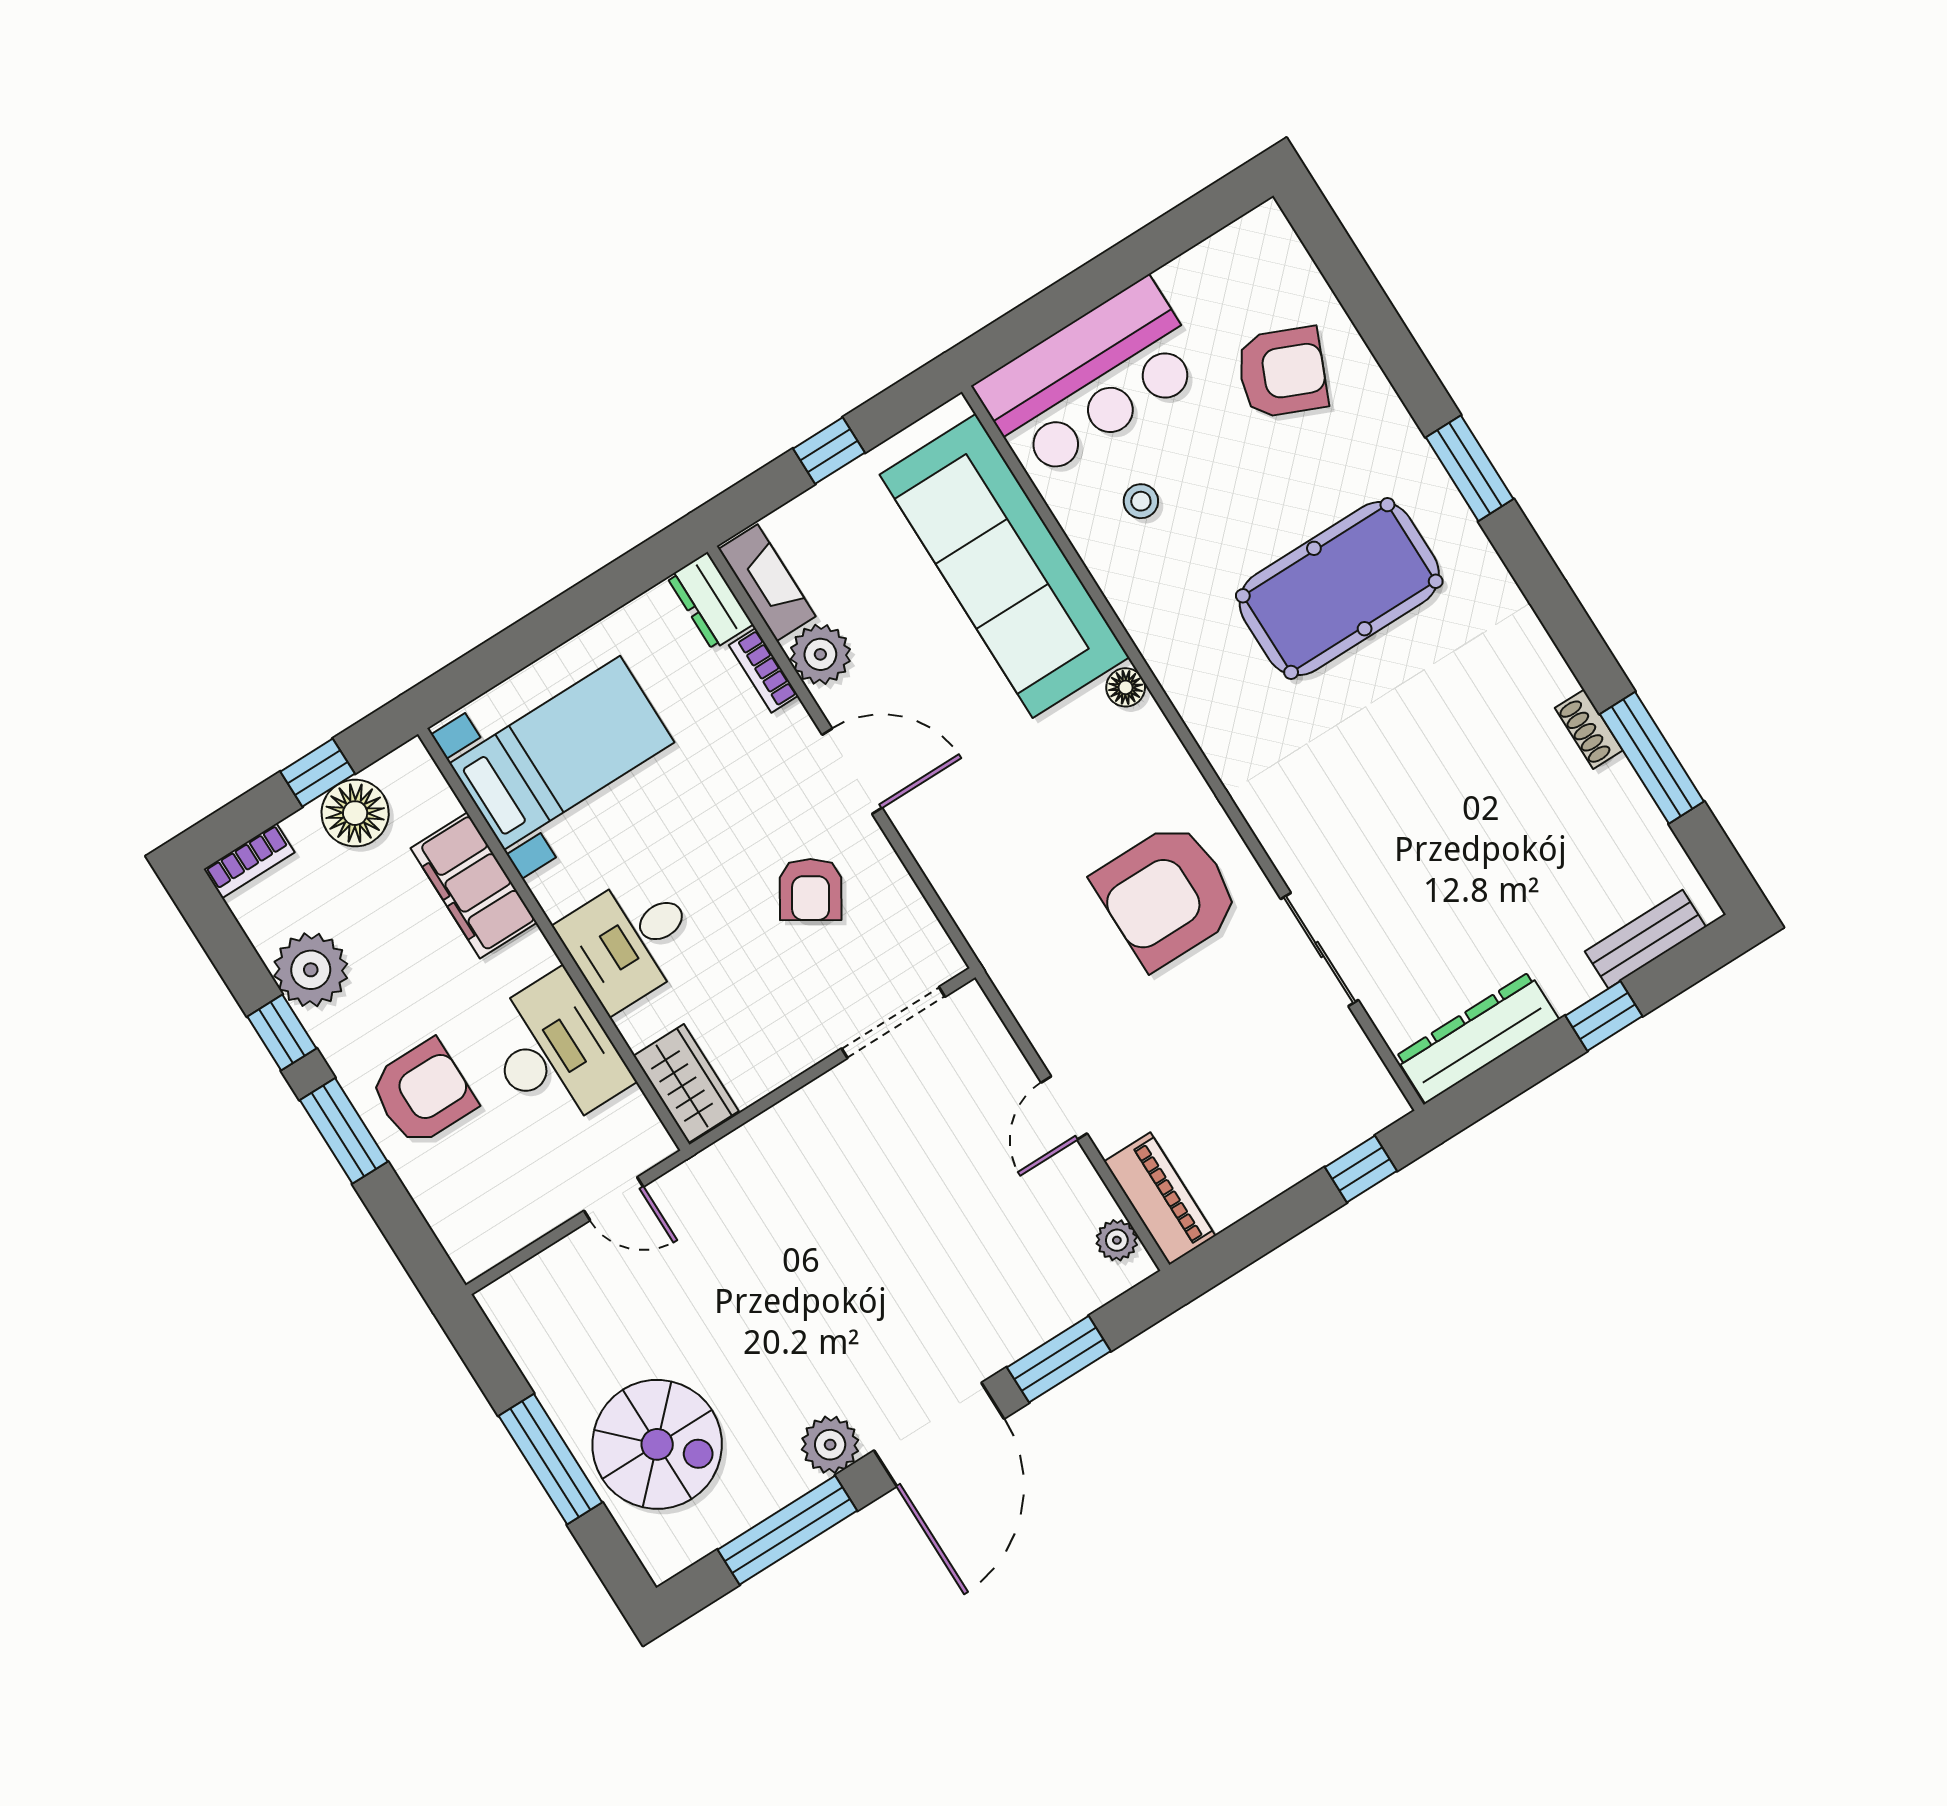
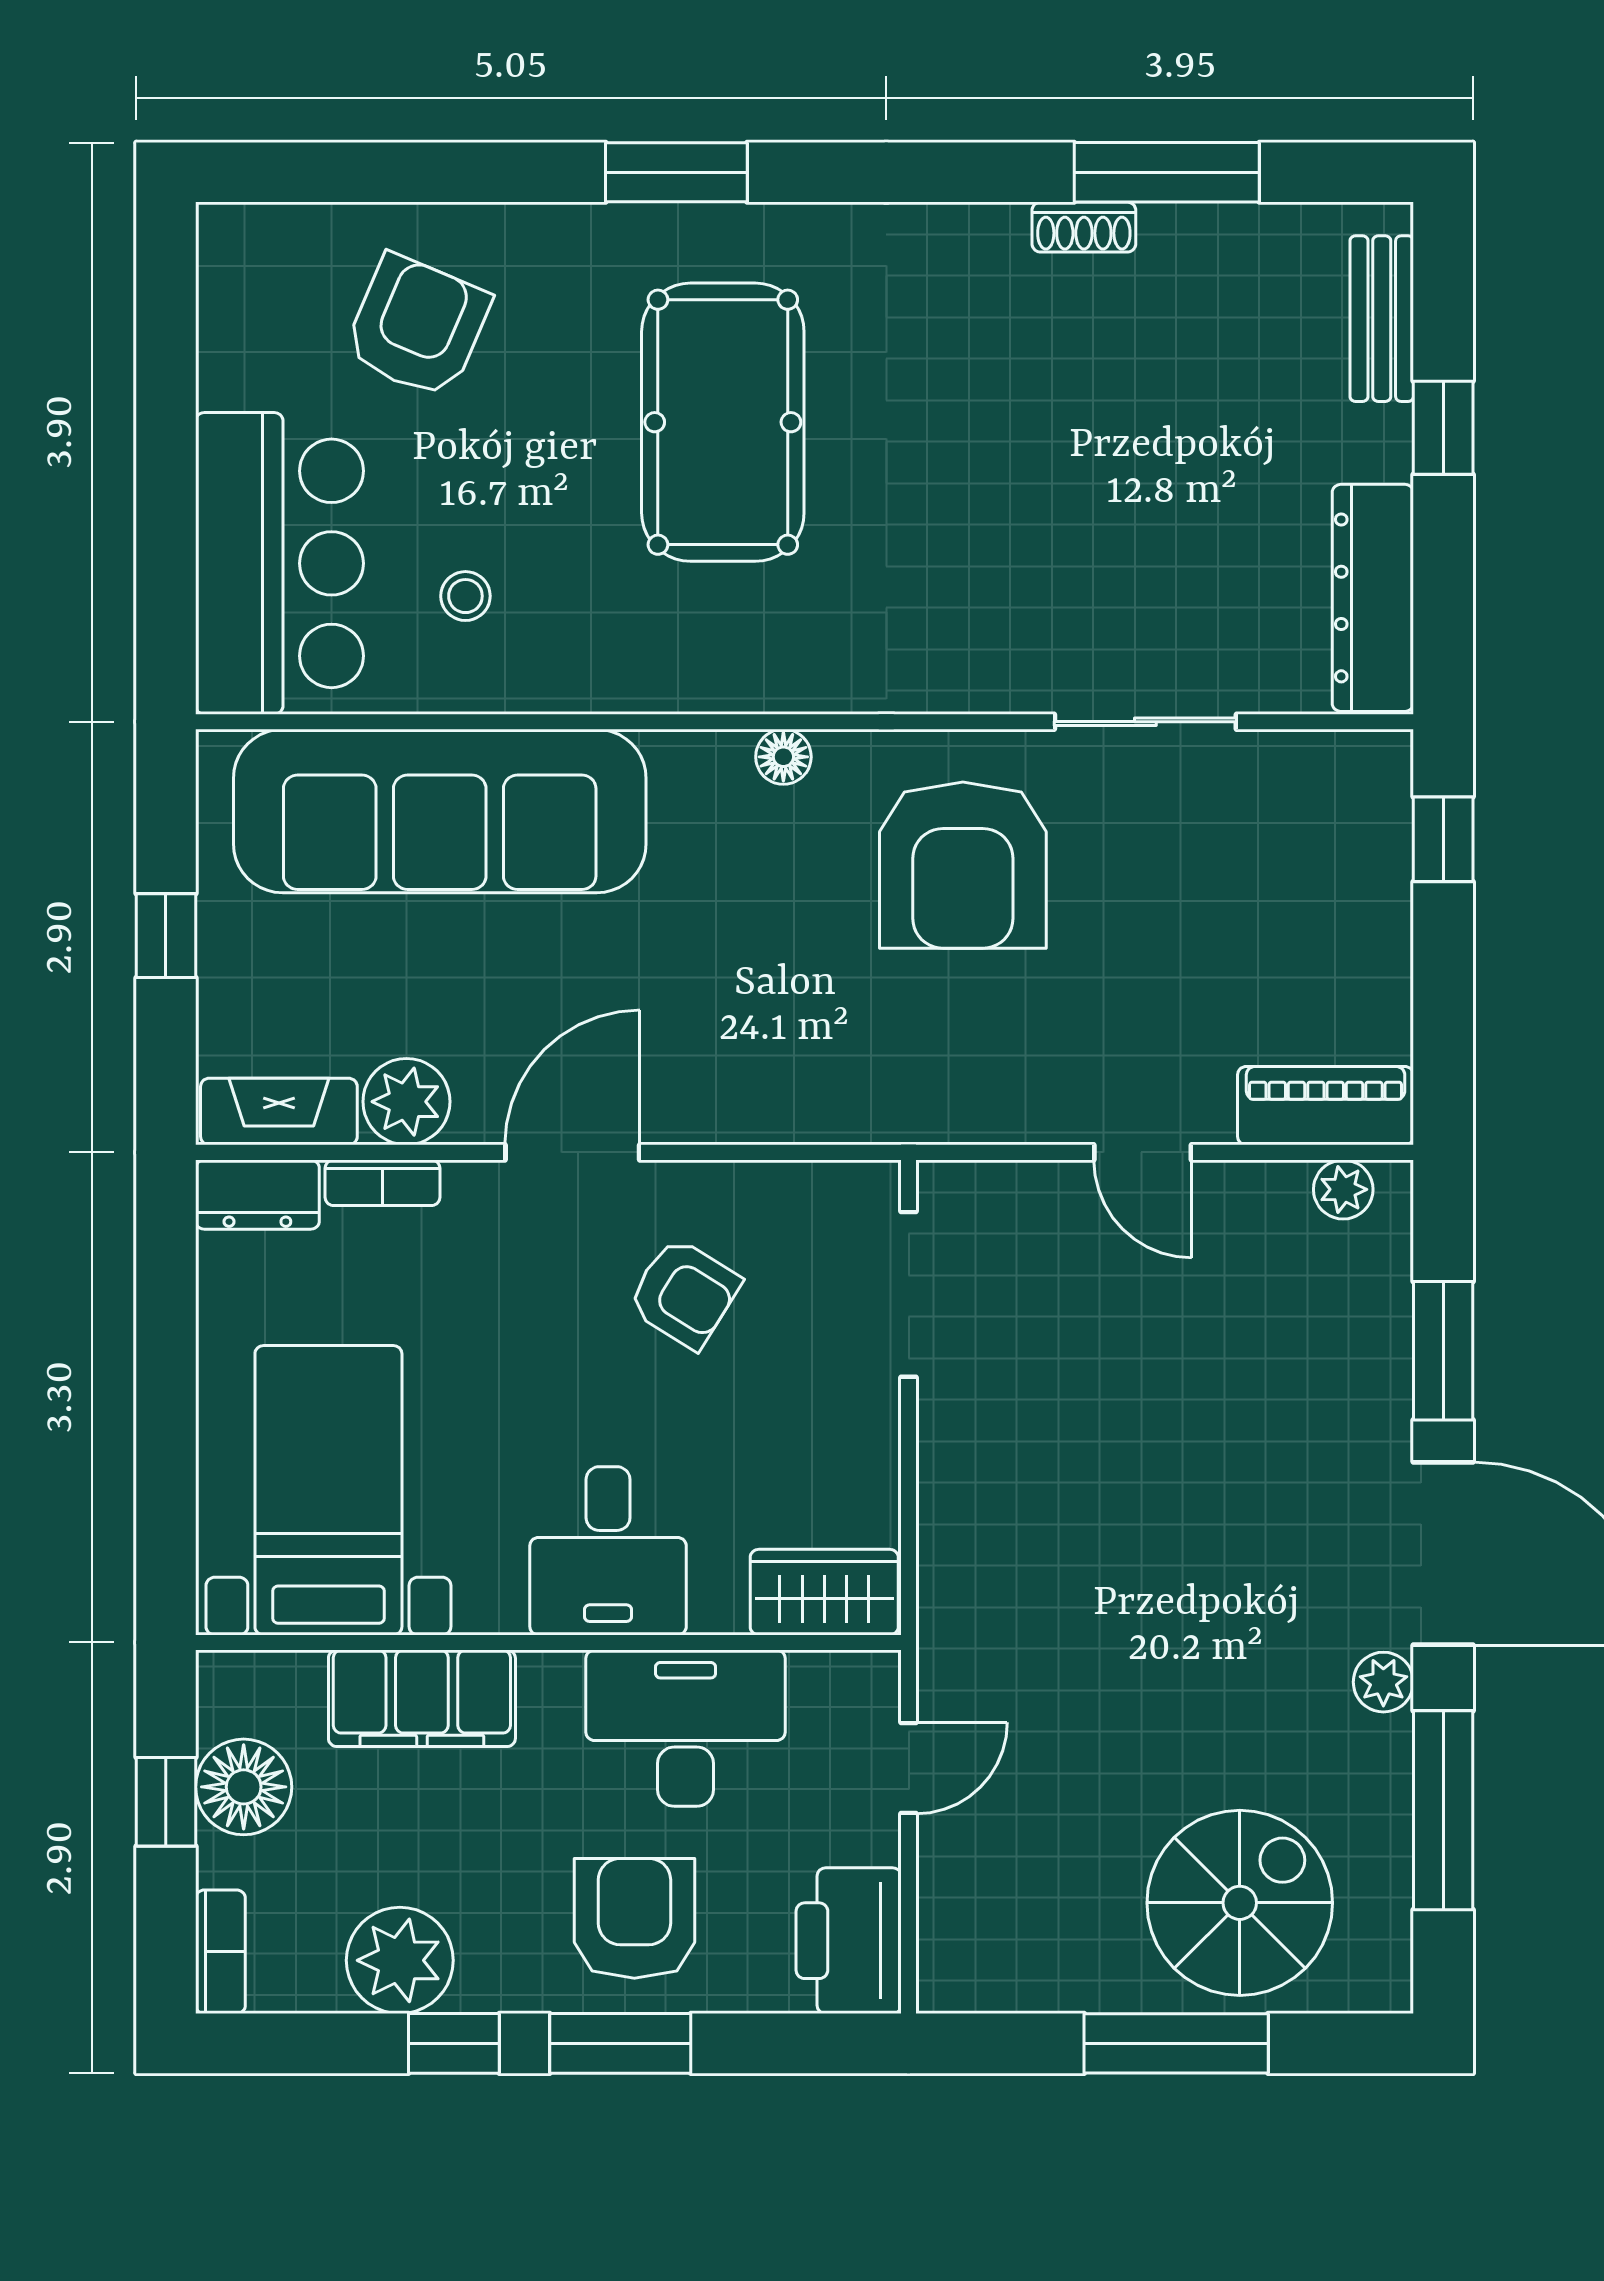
floor lamp: (1126, 687) -> (783, 757), moved
printer: (489, 1228) -> (849, 1941), added
plant: (830, 1445) -> (1383, 1682), width x0.73, depth x0.73

